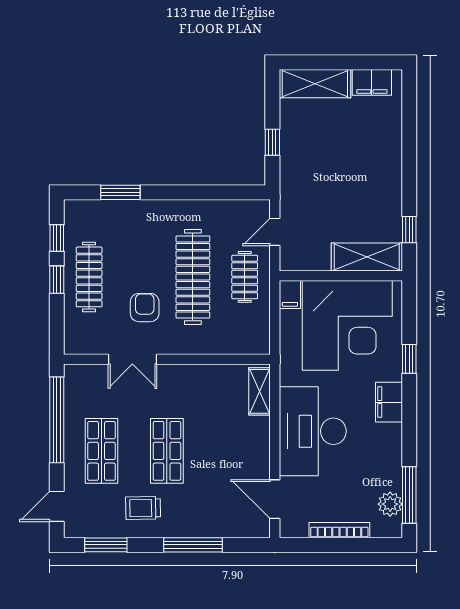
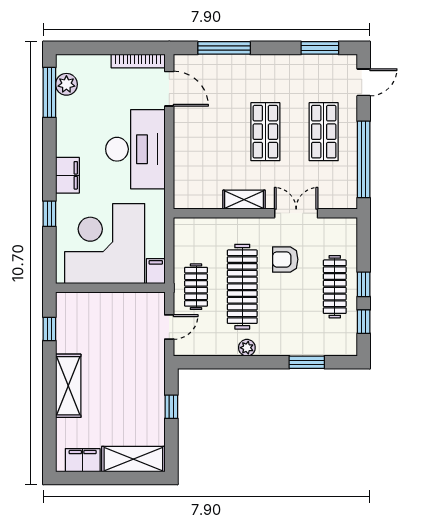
plant: (188, 209) -> (247, 348), added
shelving: (367, 257) -> (68, 386), moved, turned 90
armchair: (145, 308) -> (285, 259), turned 90
shelving: (259, 391) -> (244, 200), moved, turned 90
trolley: (143, 508) -> (287, 81), removed
bookcase: (339, 530) -> (138, 61), moved
window: (193, 545) -> (224, 48), moved

